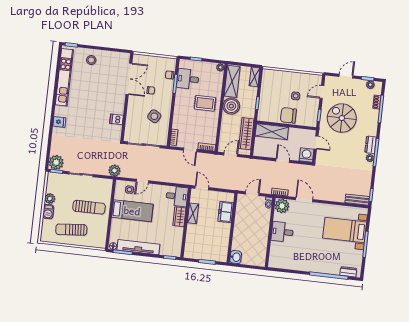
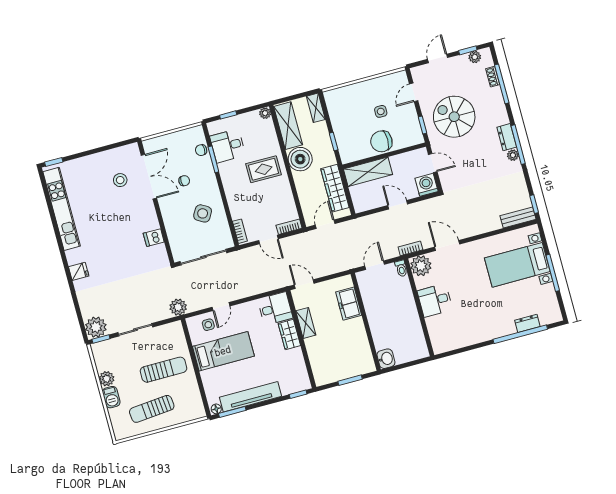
stool: (91, 60) -> (120, 180), moved
dresser: (348, 272) -> (527, 323), moved

